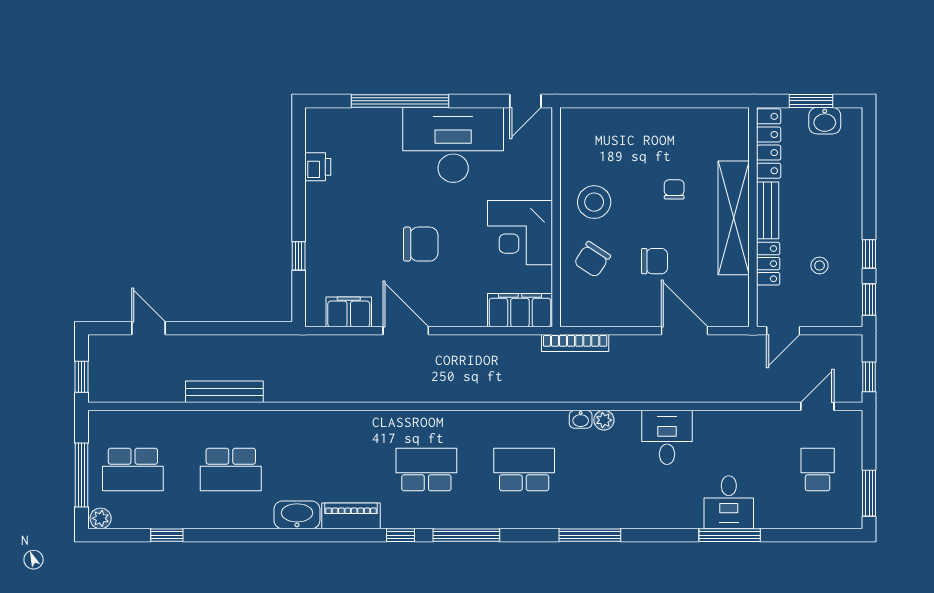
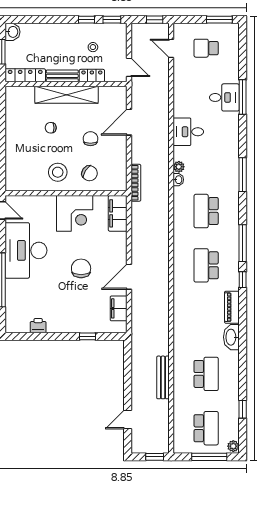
washbasin: (825, 121) -> (13, 32), moved

